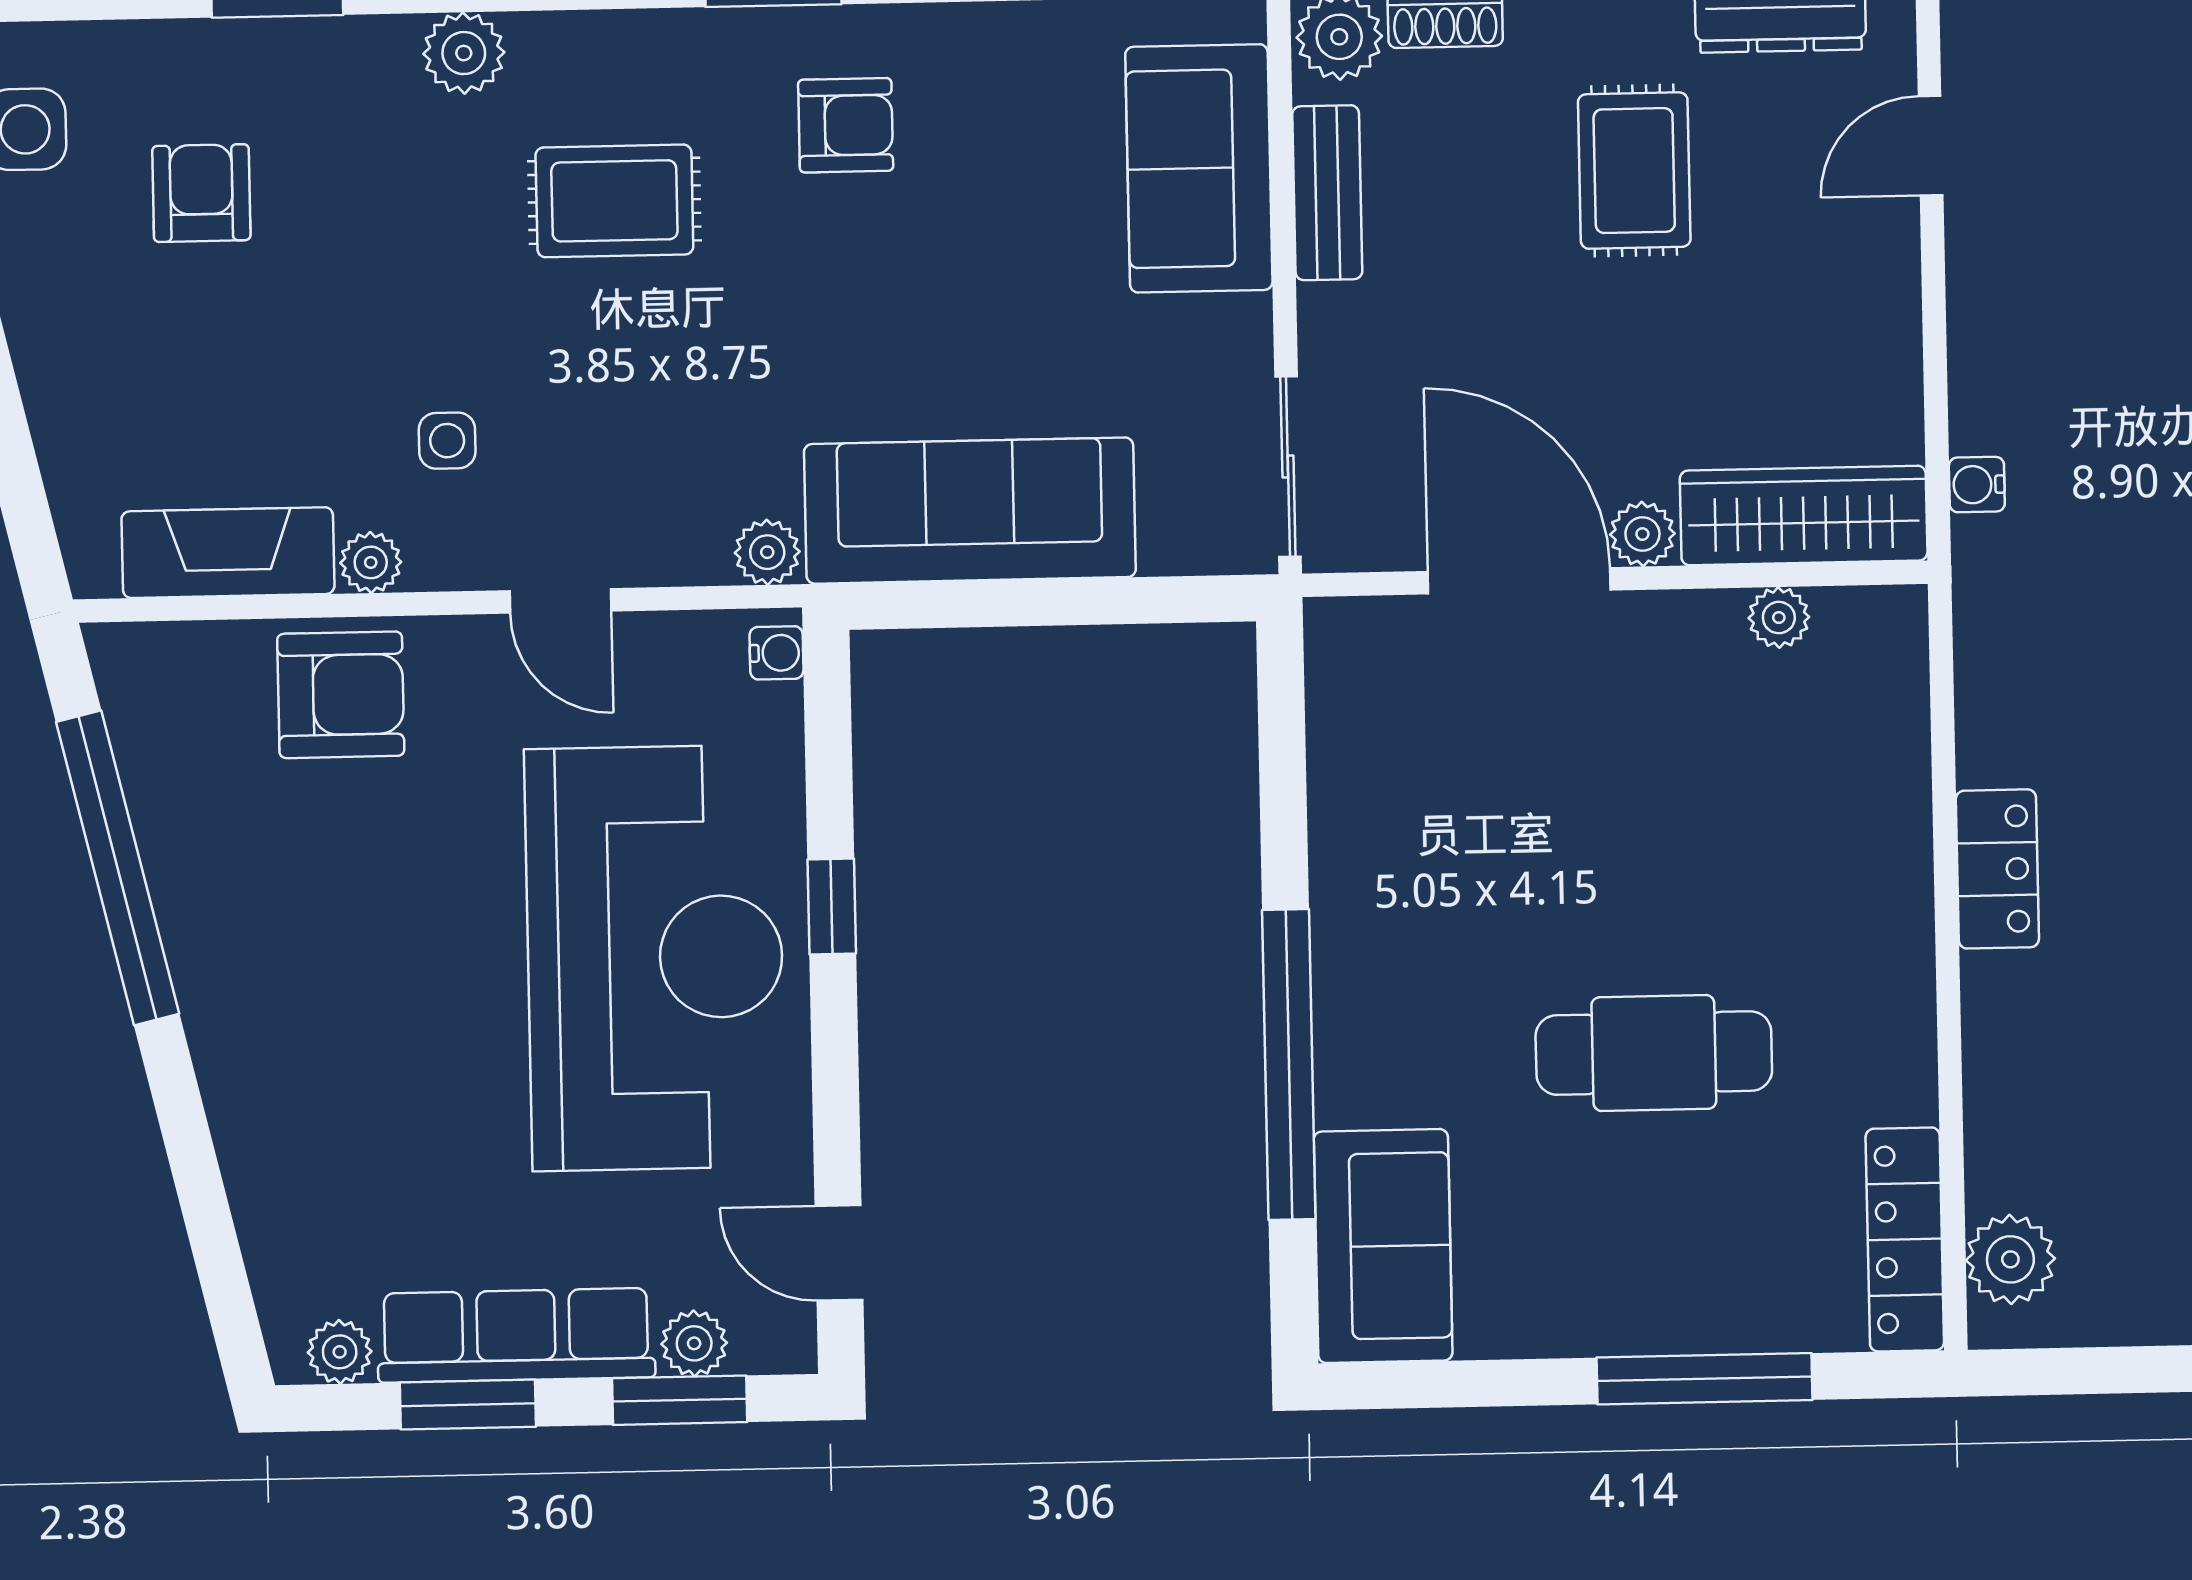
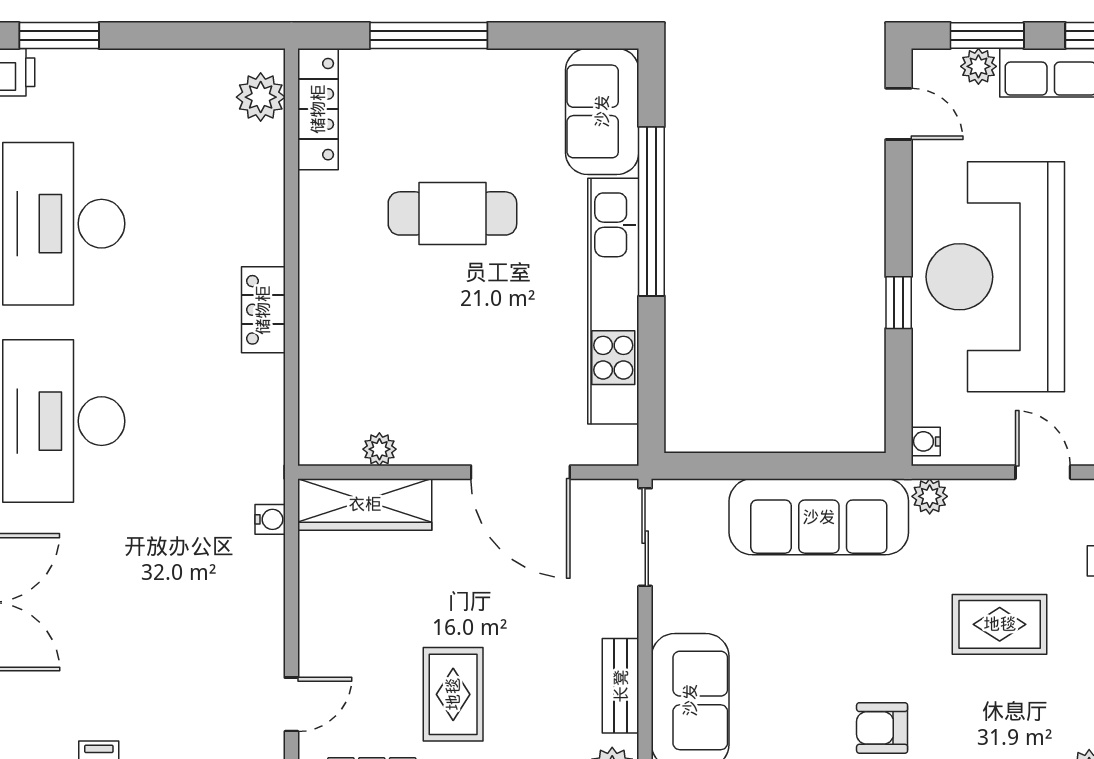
rug: (614, 201) -> (1000, 624), moved
plant: (1642, 534) -> (453, 496), removed
kitchen unit: (1355, 898) -> (613, 301), added

